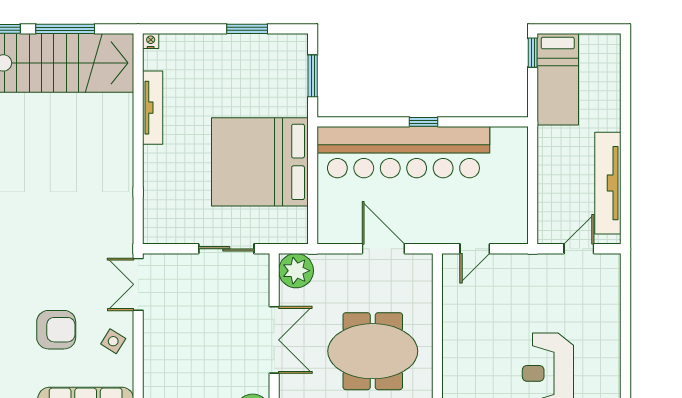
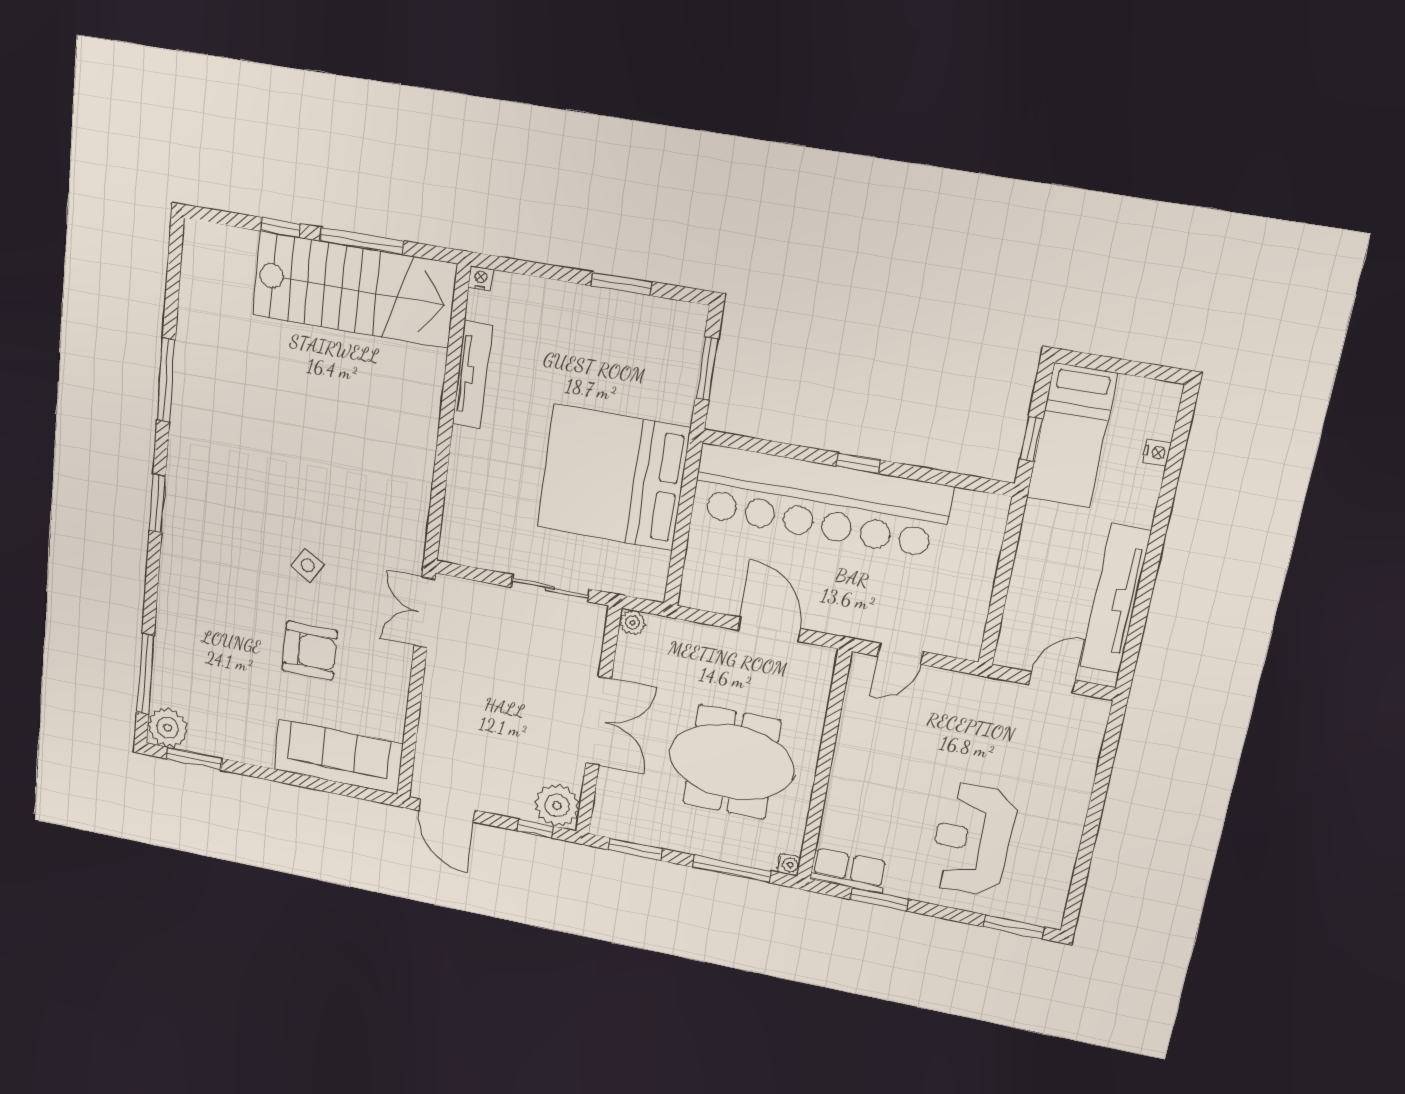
window: (533, 53) -> (1031, 439), moved
nightstand: (613, 81) -> (1157, 452), added
plant: (296, 271) -> (632, 623), width x0.53, depth x0.53
side table: (113, 341) -> (308, 565), moved

